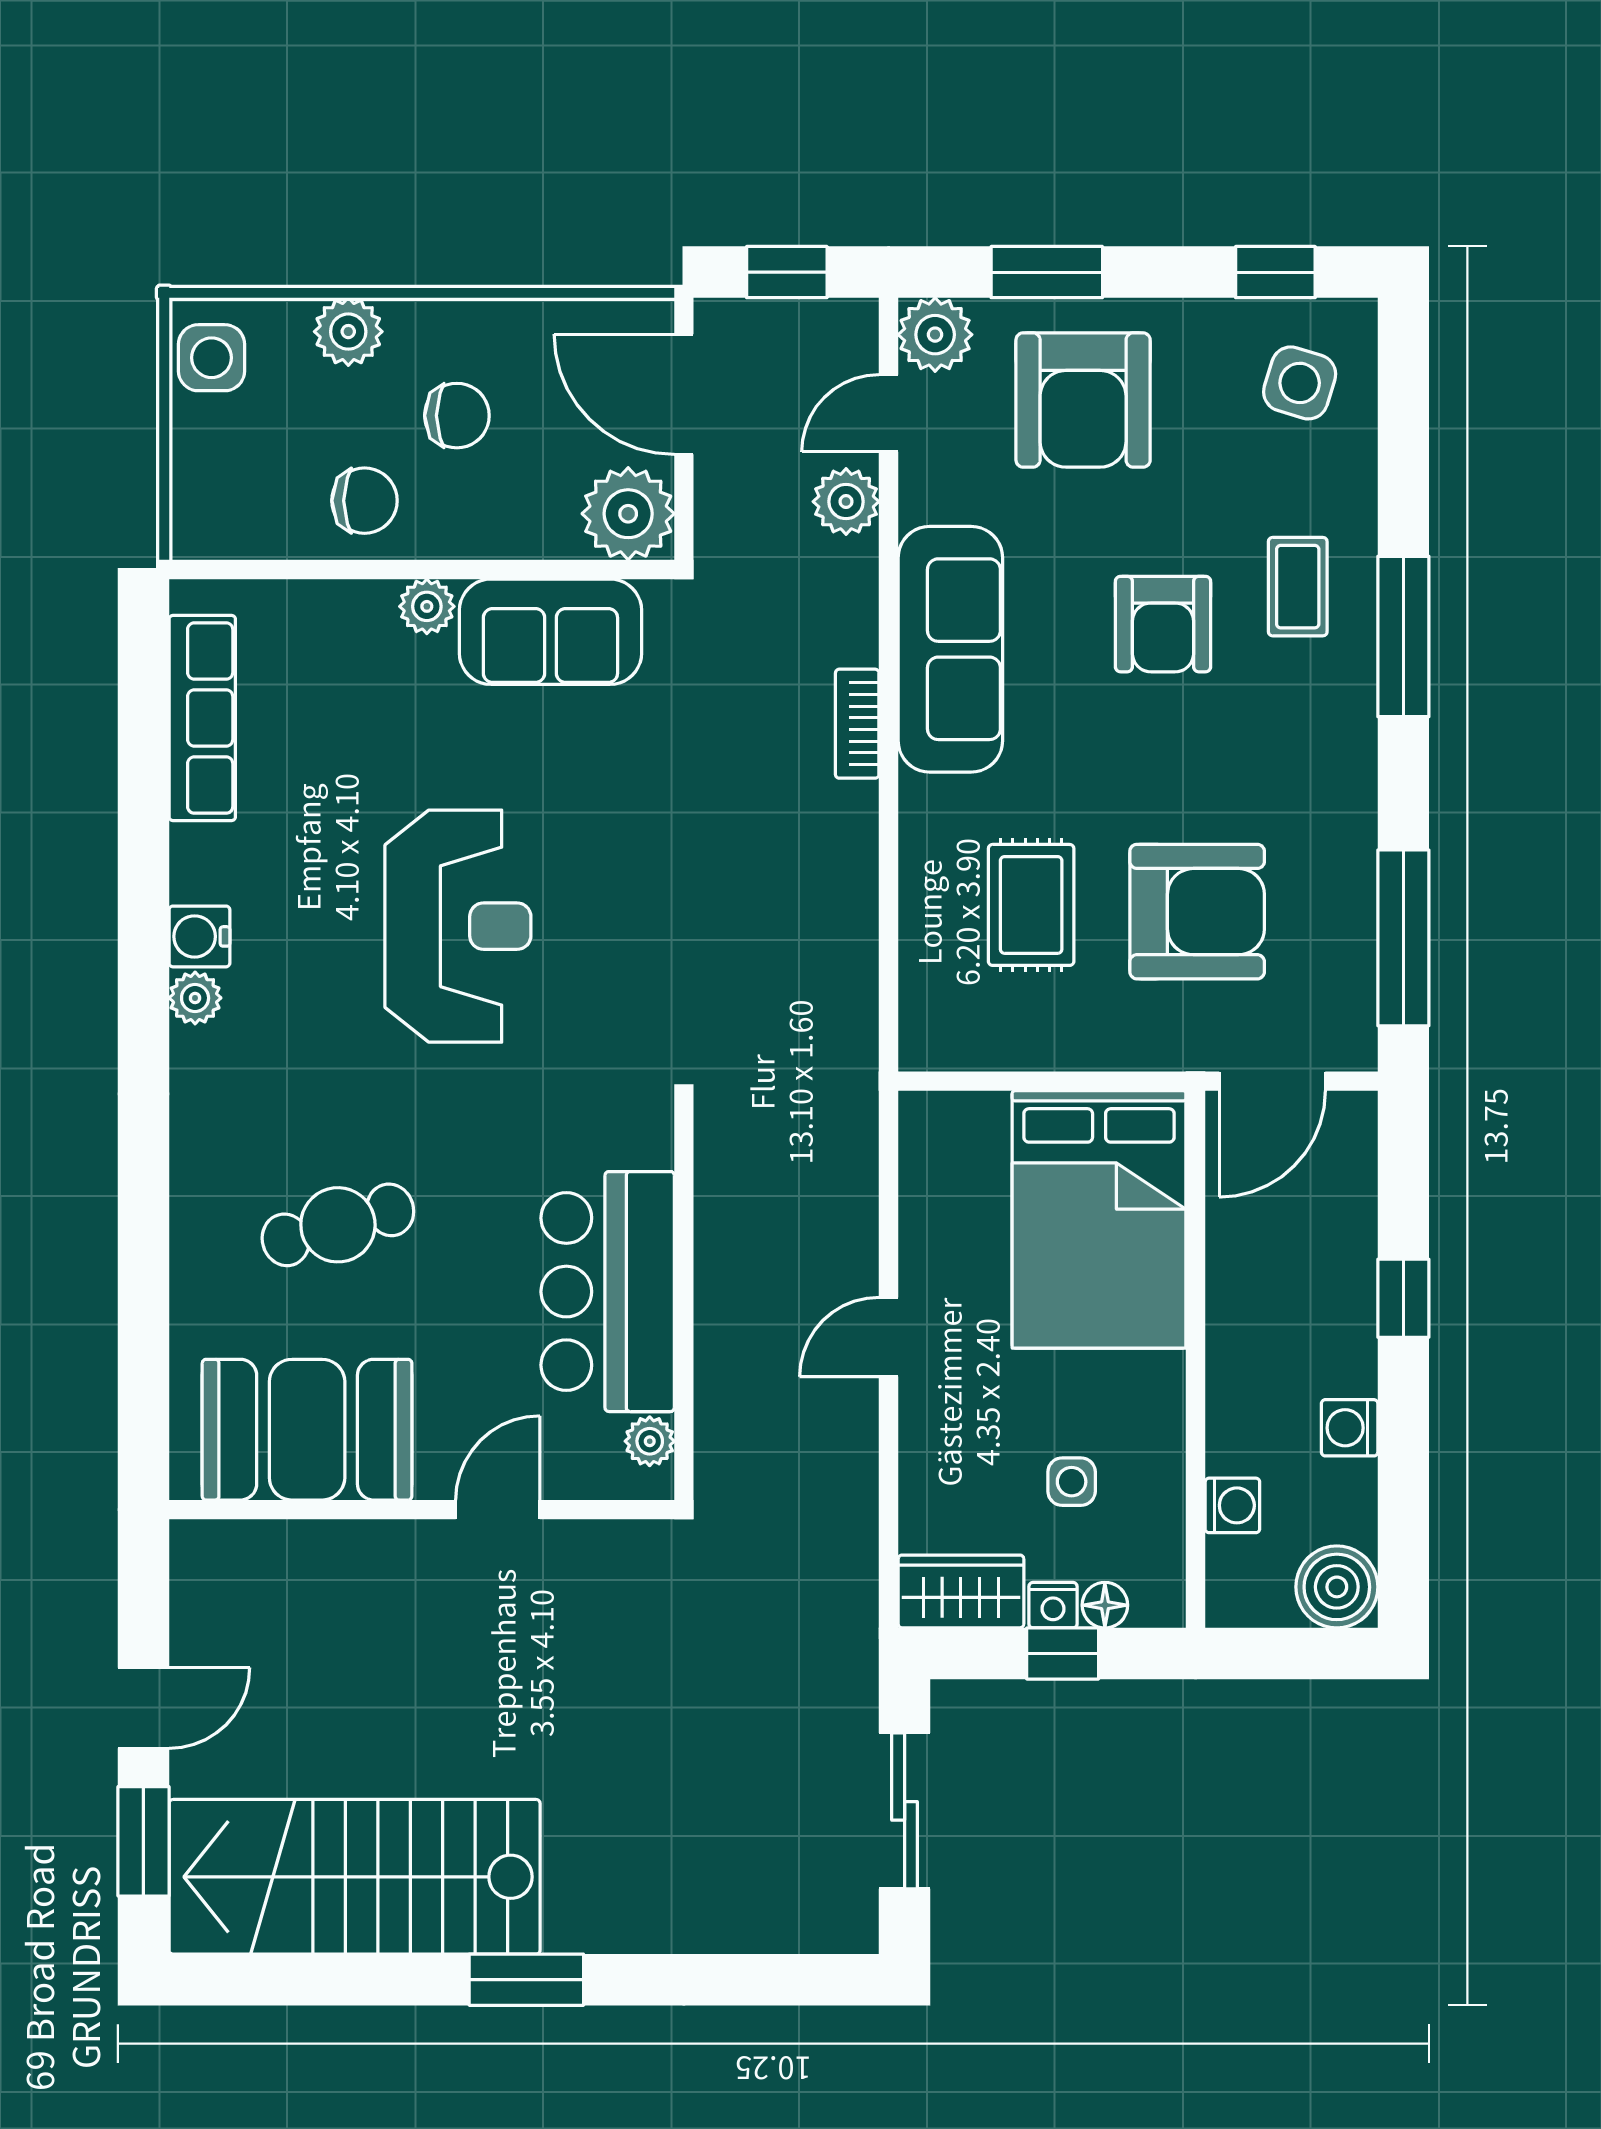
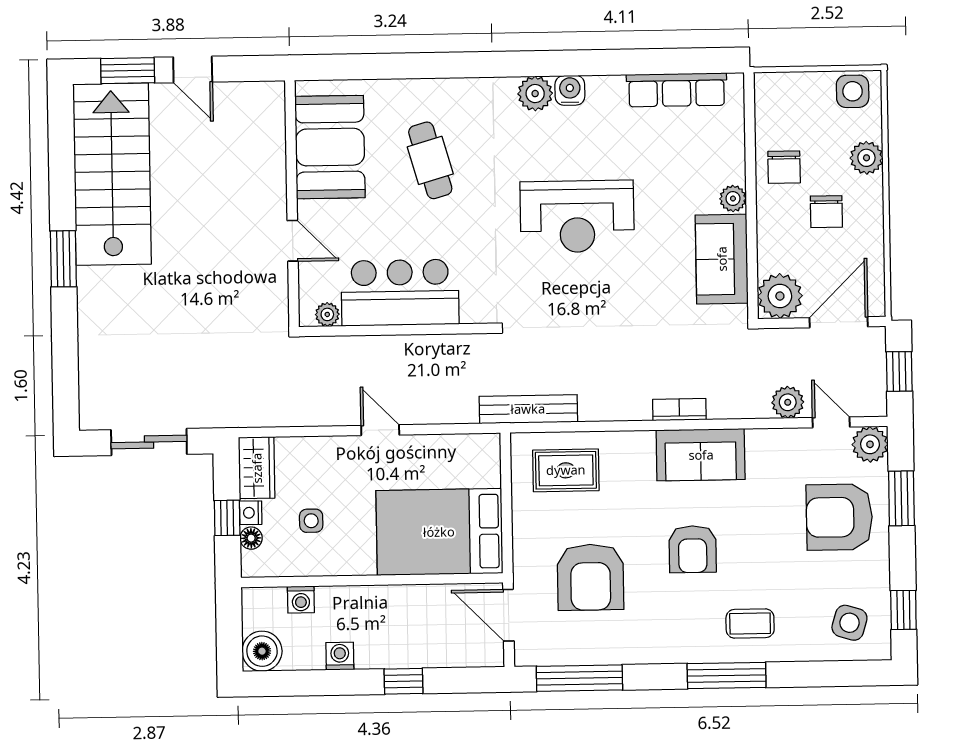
armchair: (1163, 624) -> (693, 549), moved, turned -90
sofa: (950, 649) -> (701, 455), width x0.73
rug: (1031, 905) -> (566, 470), moved
plant: (195, 998) -> (535, 94), width x1.38, depth x1.38
bench: (851, 1033) -> (528, 409), added

